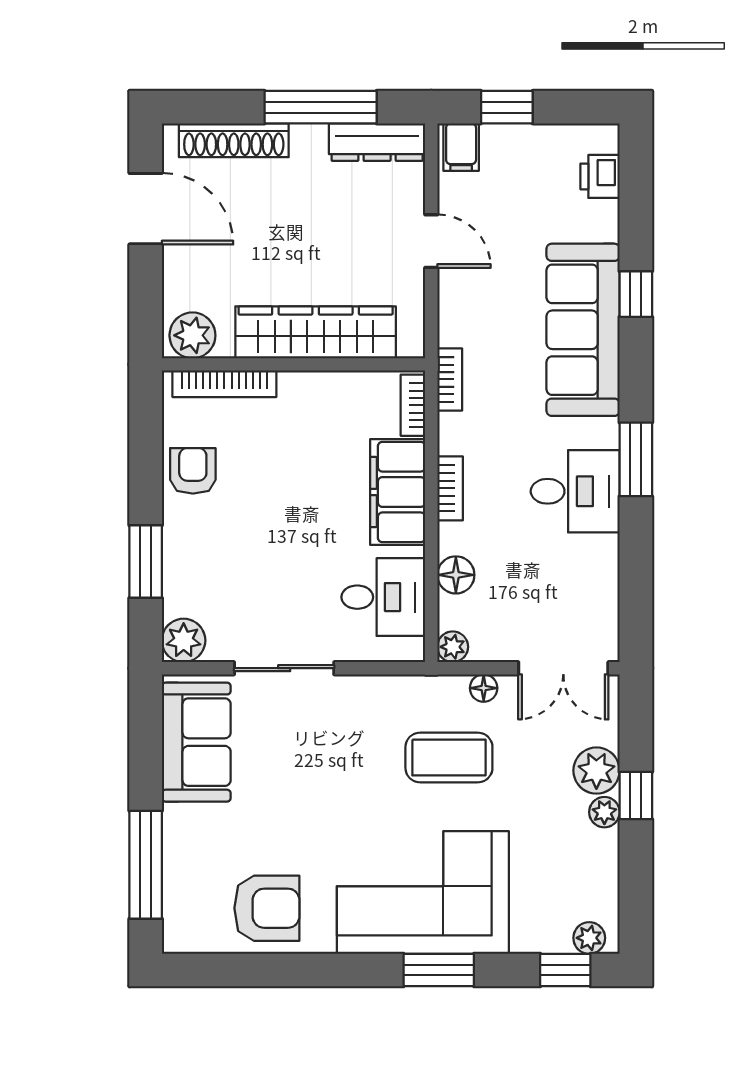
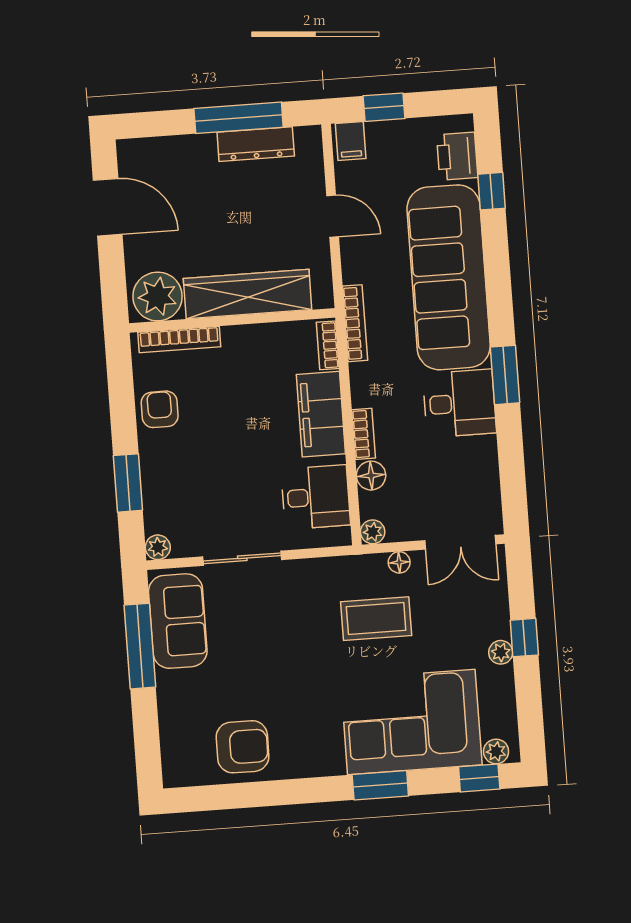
shoe rack: (234, 140) -> (173, 149), removed
dresser: (377, 142) -> (256, 144), moved
printer: (600, 176) -> (457, 156), width x1.36, depth x1.24
window: (636, 294) -> (492, 191), moved
sofa: (583, 330) -> (449, 277), width x1.36, depth x1.27
plant: (192, 335) -> (158, 296), width x1.36, depth x1.36
bookcase: (450, 379) -> (355, 323), width x1.56
bookcase: (450, 488) -> (363, 434), moved
plant: (184, 640) -> (158, 547), width x0.73, depth x0.73
plant: (596, 771) -> (492, 620), removed
window: (146, 865) -> (140, 646), moved
corner sofa: (423, 892) -> (411, 722), moved

